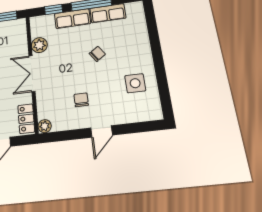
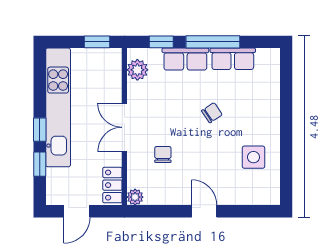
plant: (39, 45) -> (137, 70), moved
chair: (81, 100) -> (163, 154), moved
door: (101, 131) -> (204, 211), swing flipped

